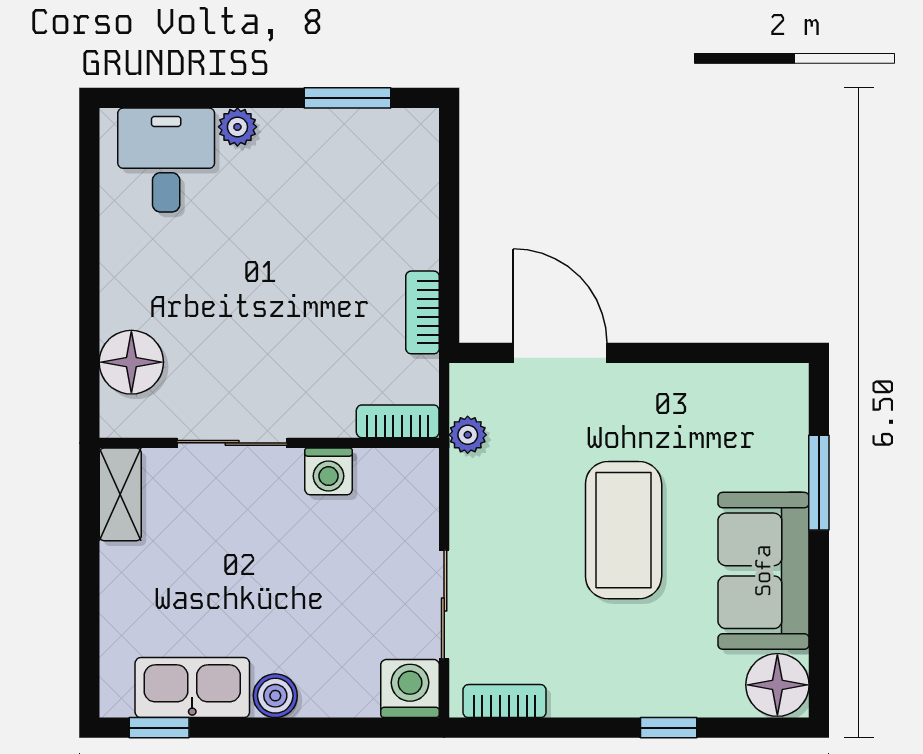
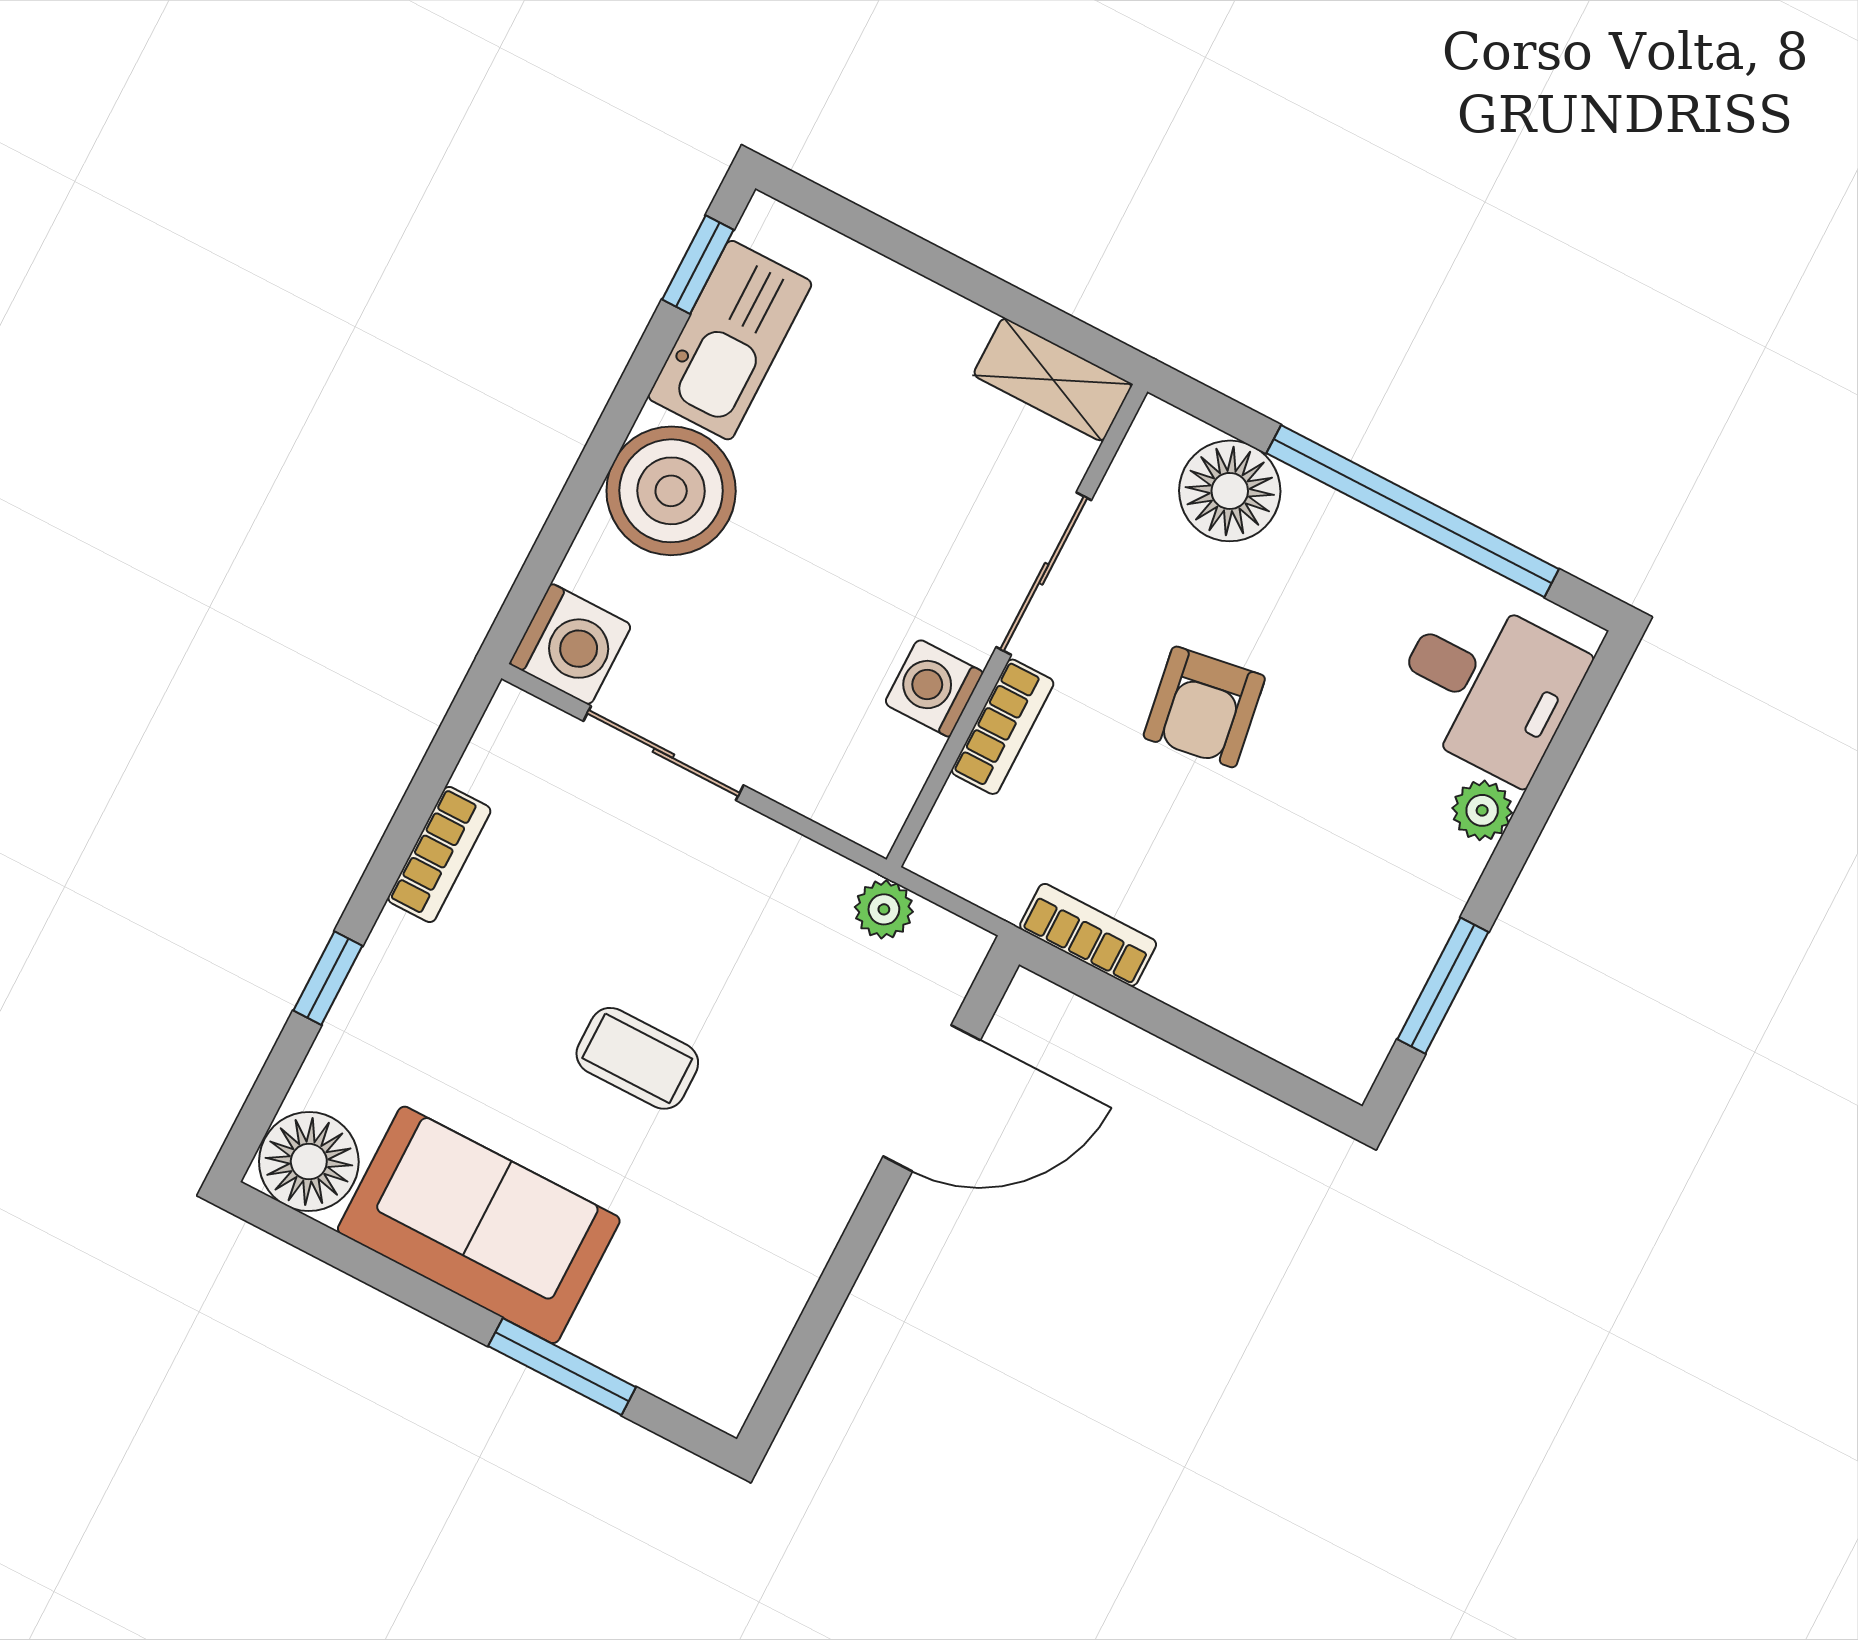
window: (89, 253) -> (1413, 511), added
armchair: (260, 314) -> (1204, 707), added
bookcase: (398, 421) -> (1003, 727), moved
coffee table: (624, 530) -> (637, 1058), width x0.54, depth x0.58
boiler: (275, 696) -> (671, 491), width x1.86, depth x1.86
bookcase: (505, 701) -> (439, 854), moved

